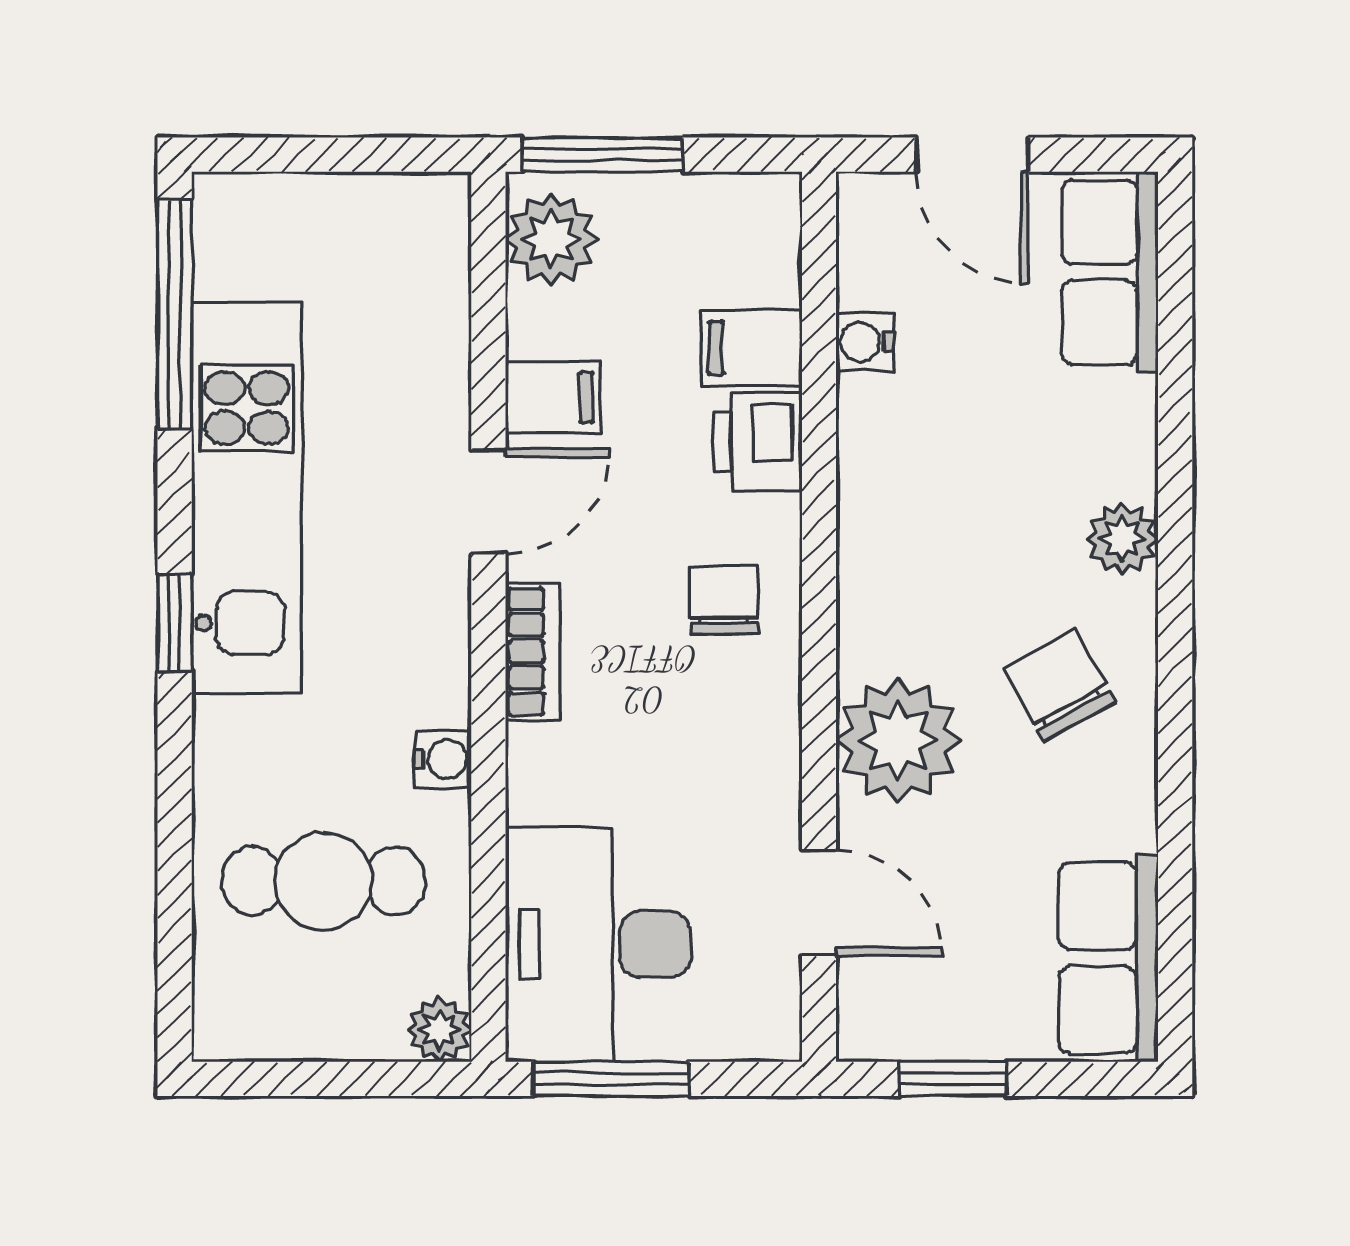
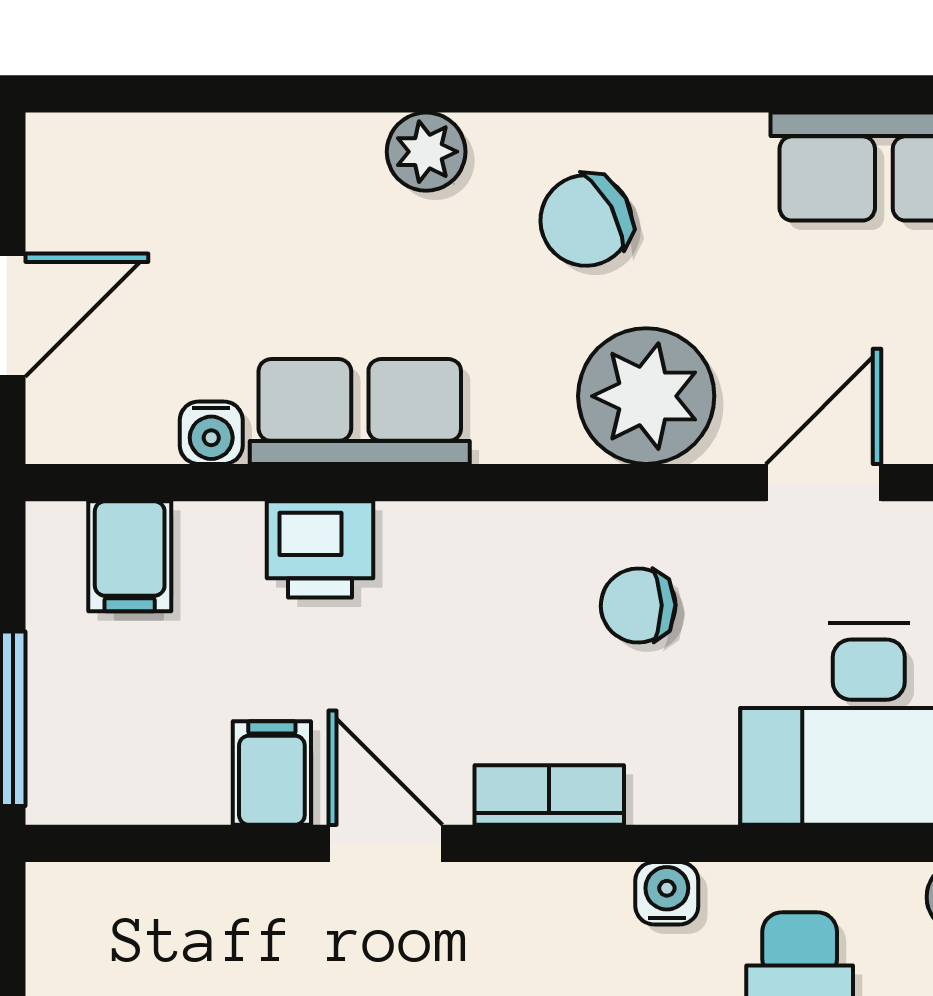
plant: (551, 239) -> (99, 775), removed
row of seats: (1110, 272) -> (360, 411), moved, turned 180
filing cabinet: (751, 348) -> (130, 556), moved
chair: (724, 600) -> (638, 605), moved

